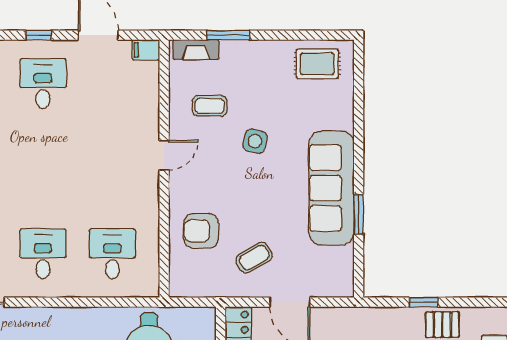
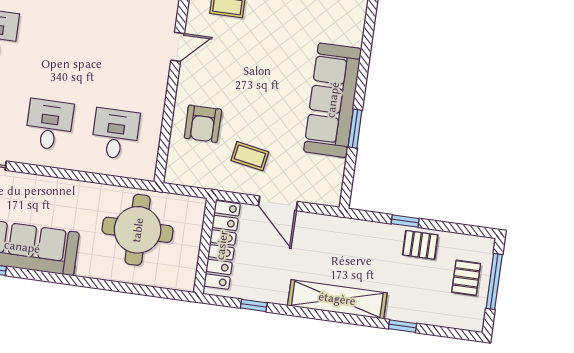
side table: (255, 141) -> (266, 45), removed
armchair: (201, 231) -> (203, 124), turned -90
coffee table: (254, 258) -> (250, 156), turned 40

